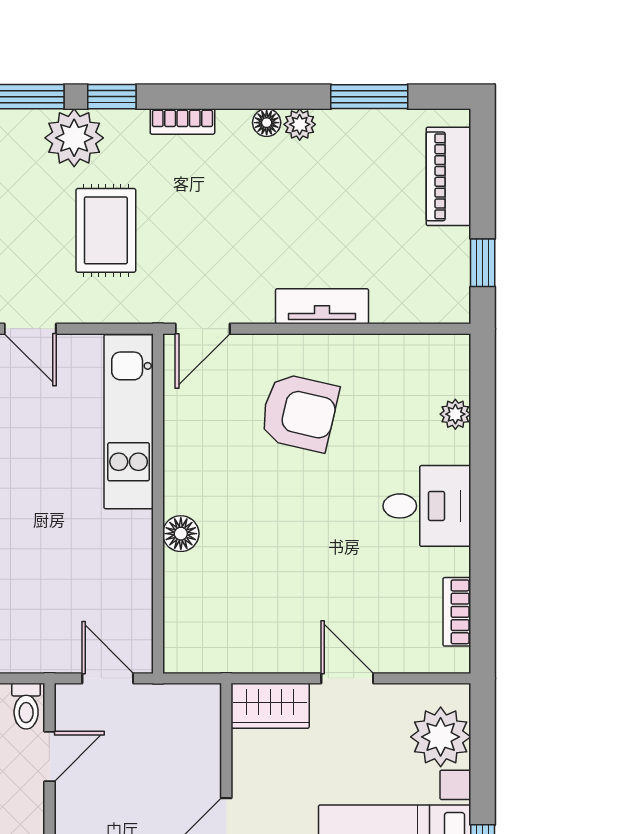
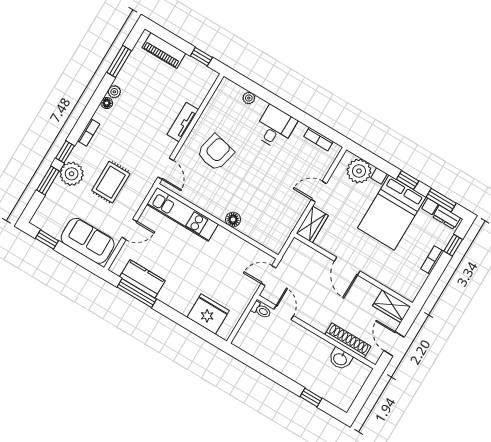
rug: (106, 230) -> (111, 182), turned 90

